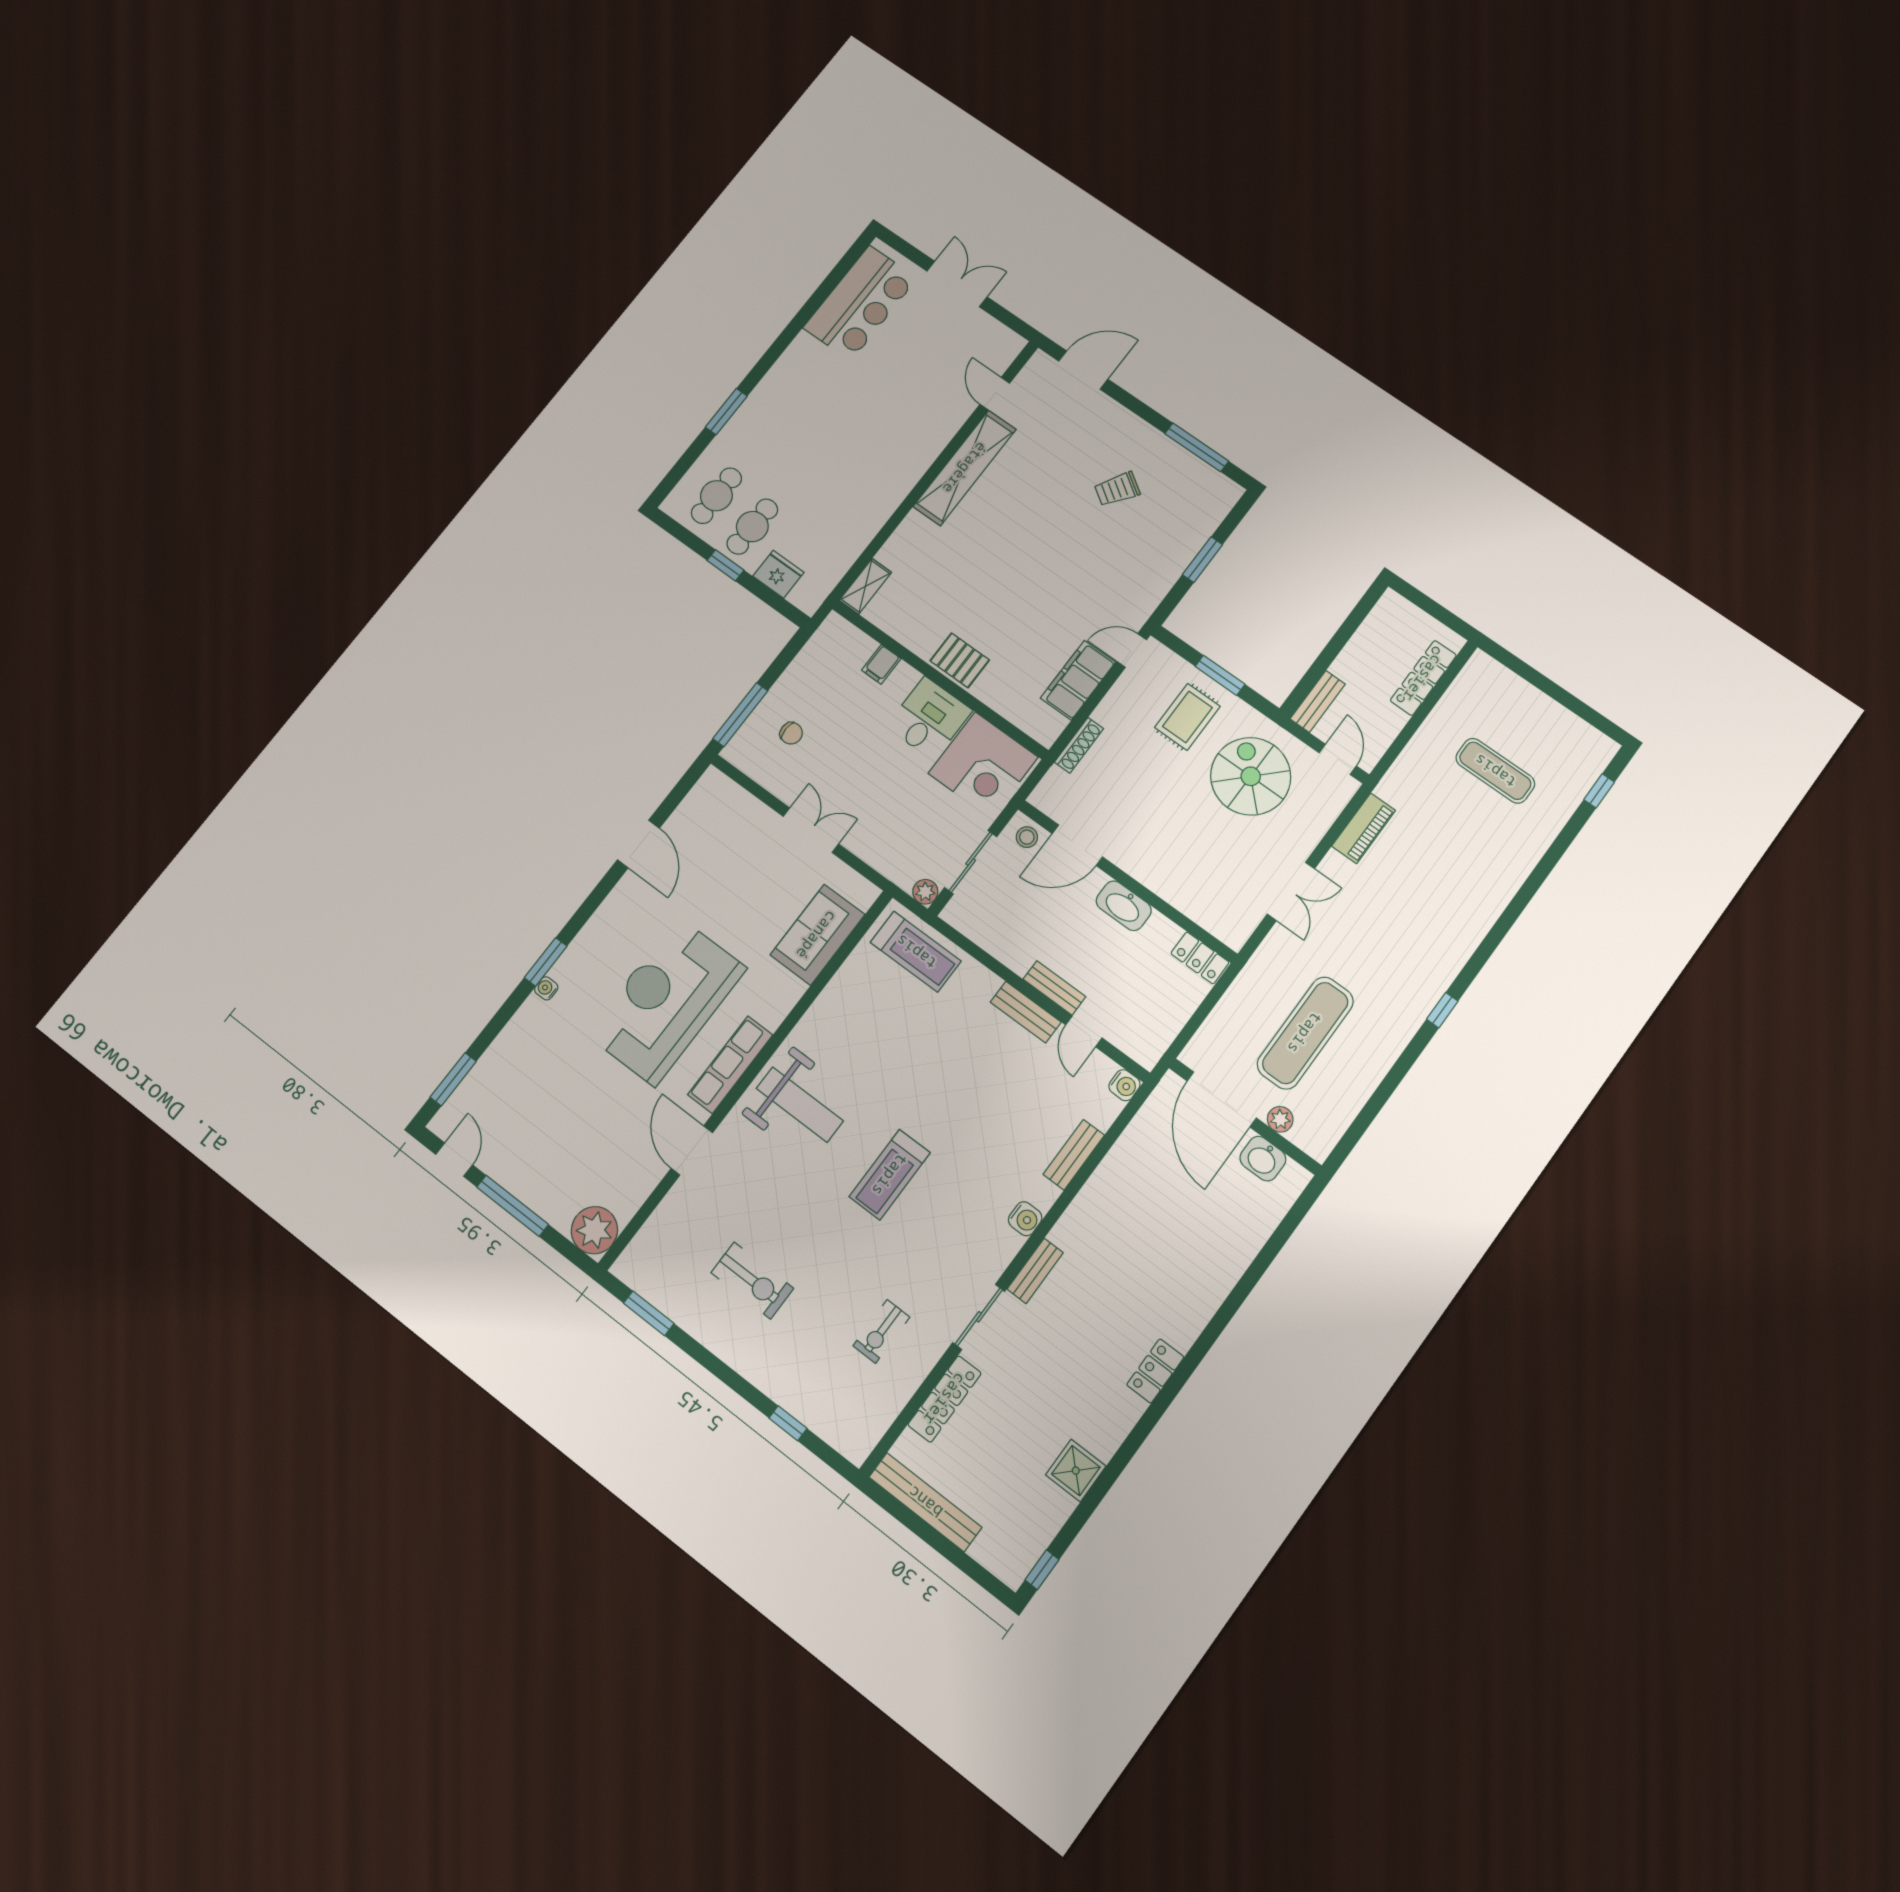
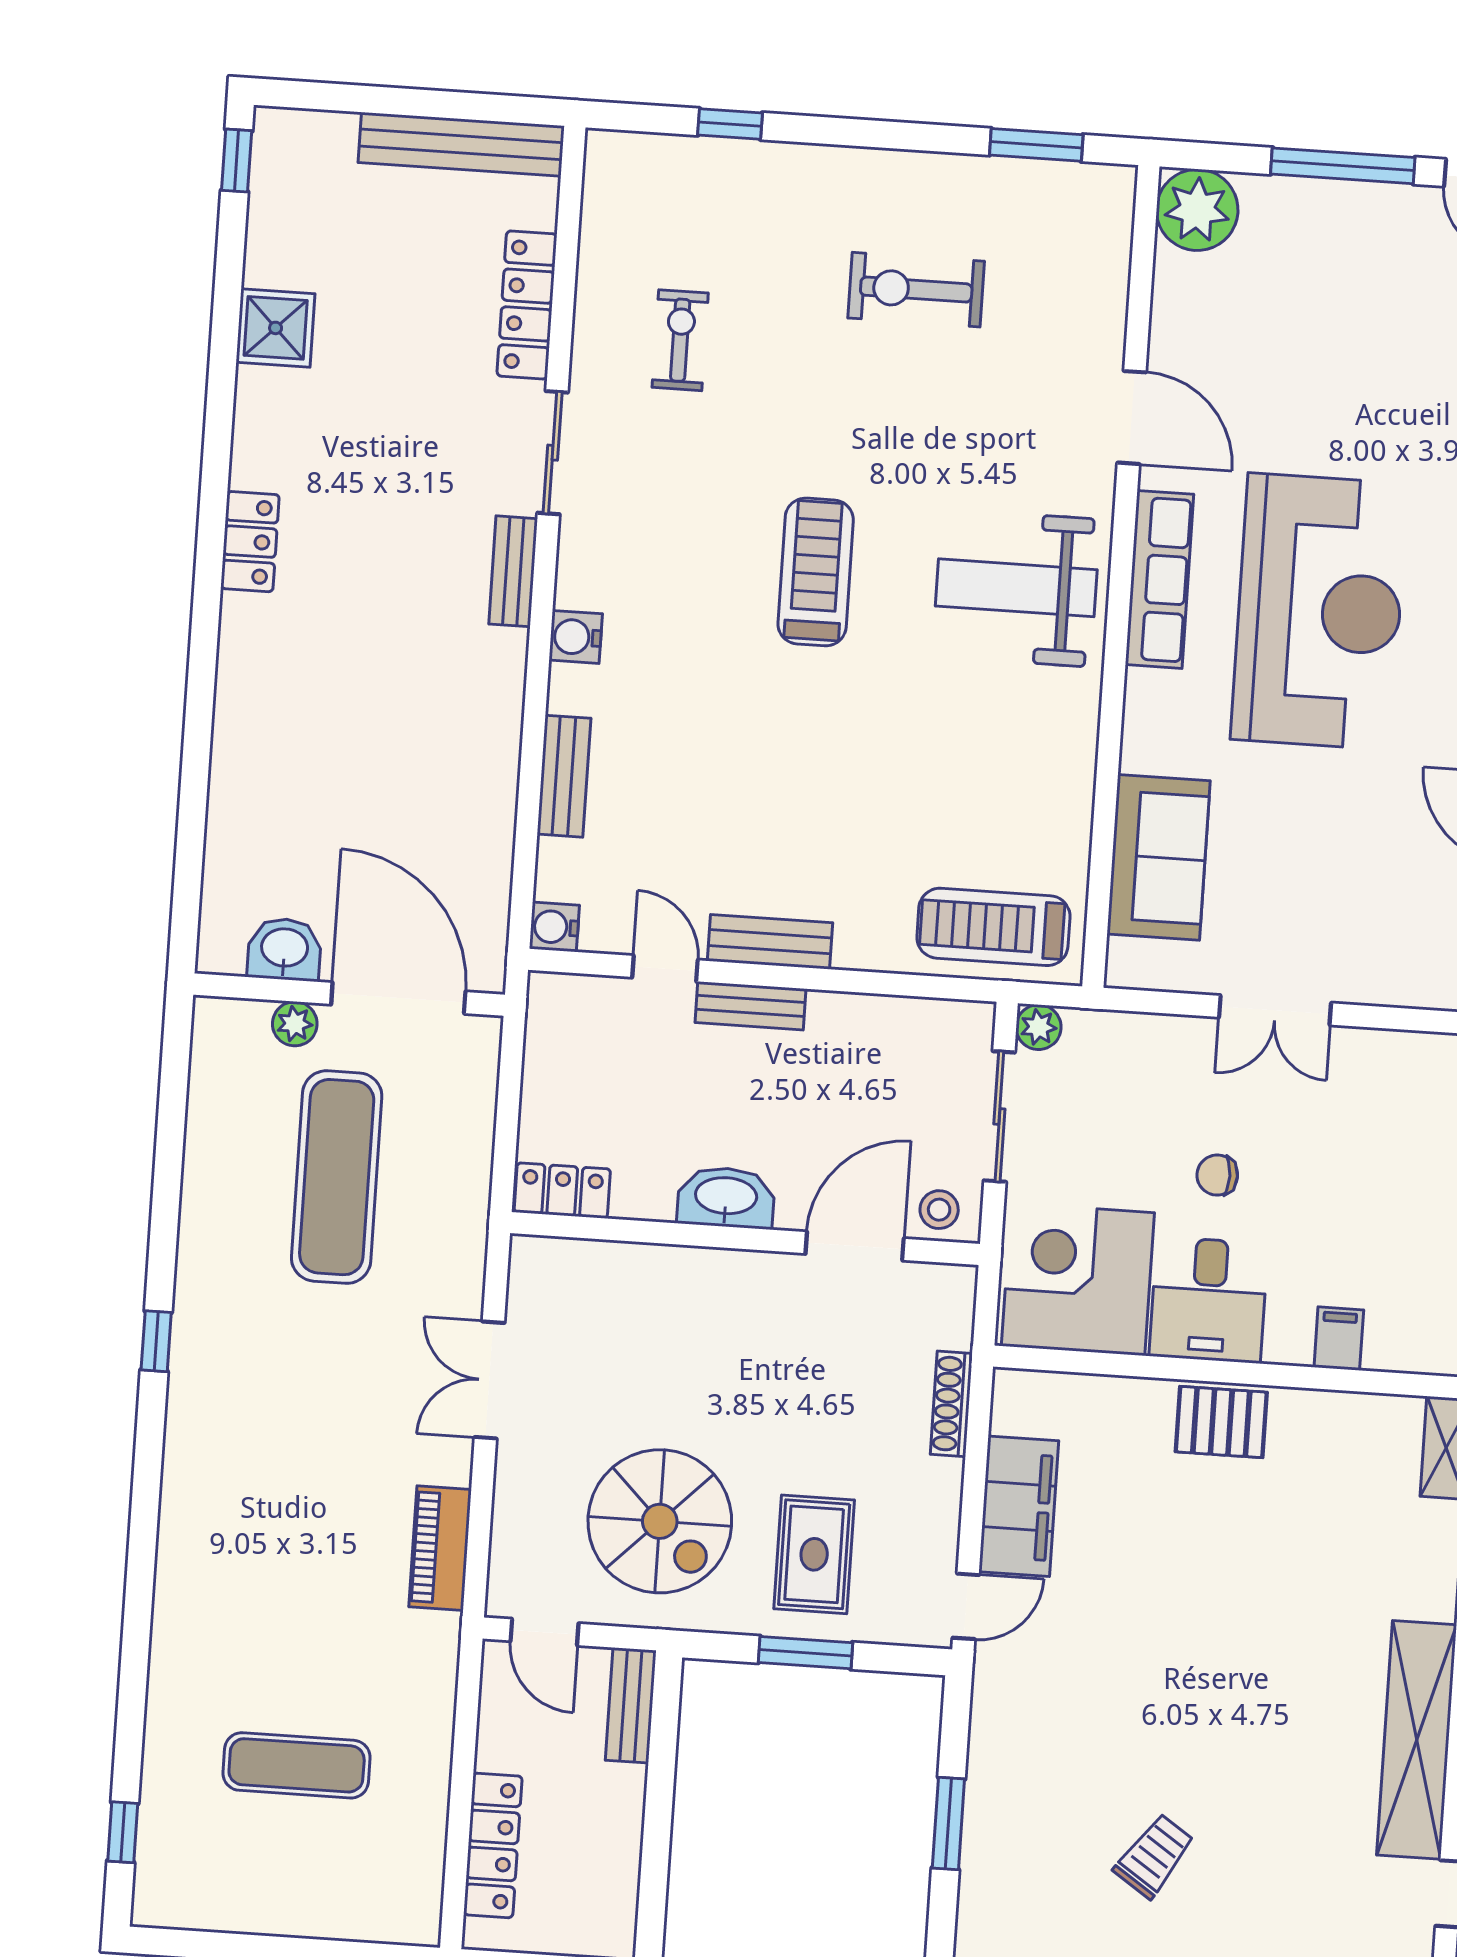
chair: (791, 733) -> (1217, 1175), moved

